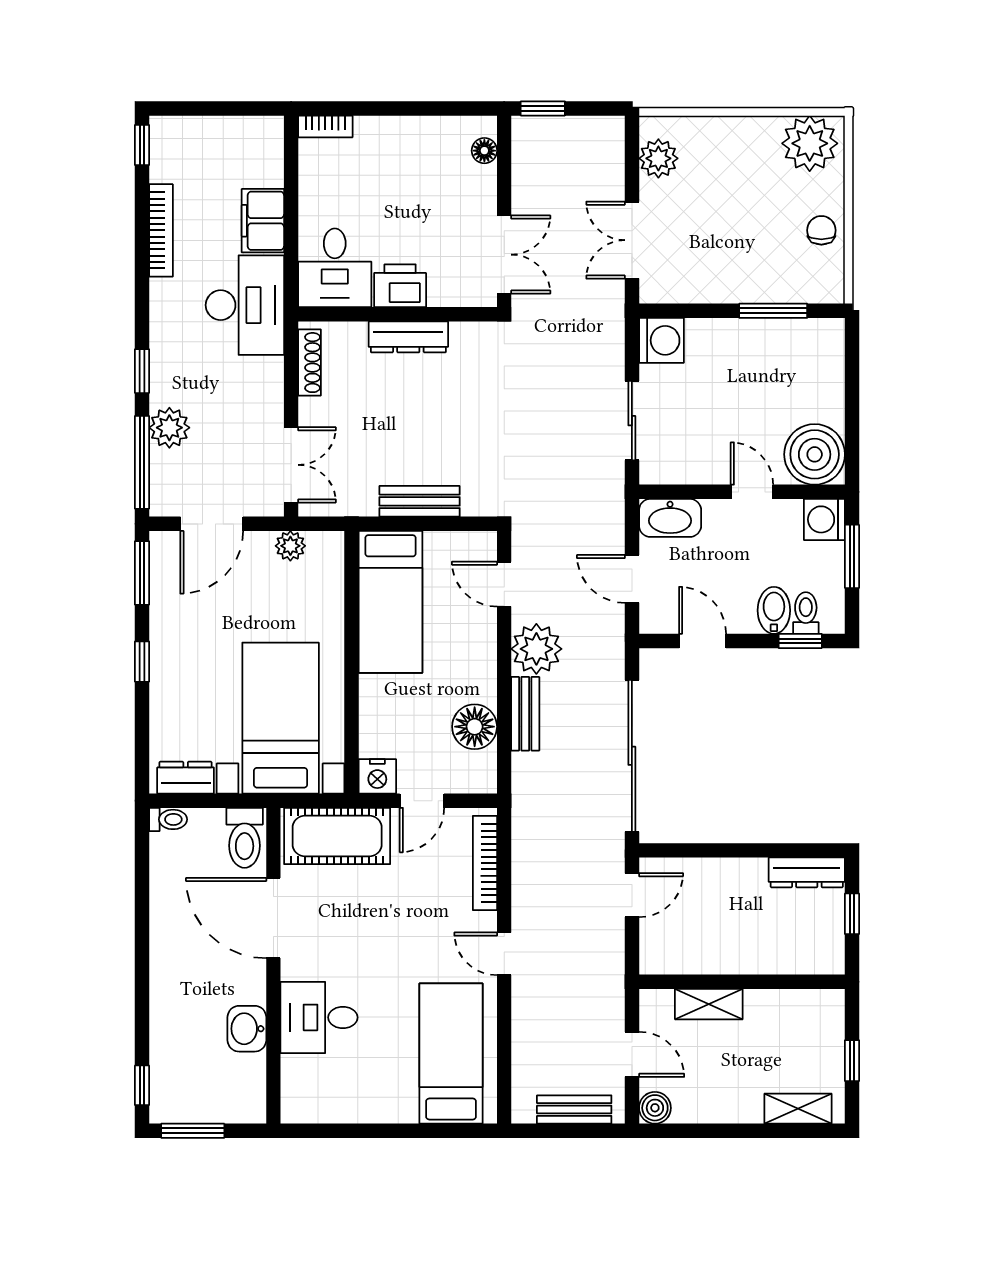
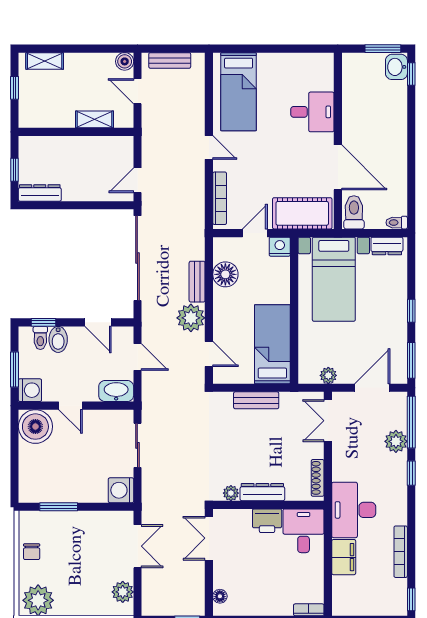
plant: (465, 335) -> (231, 493), added
washbasin: (247, 1029) -> (396, 67), moved, turned 180

